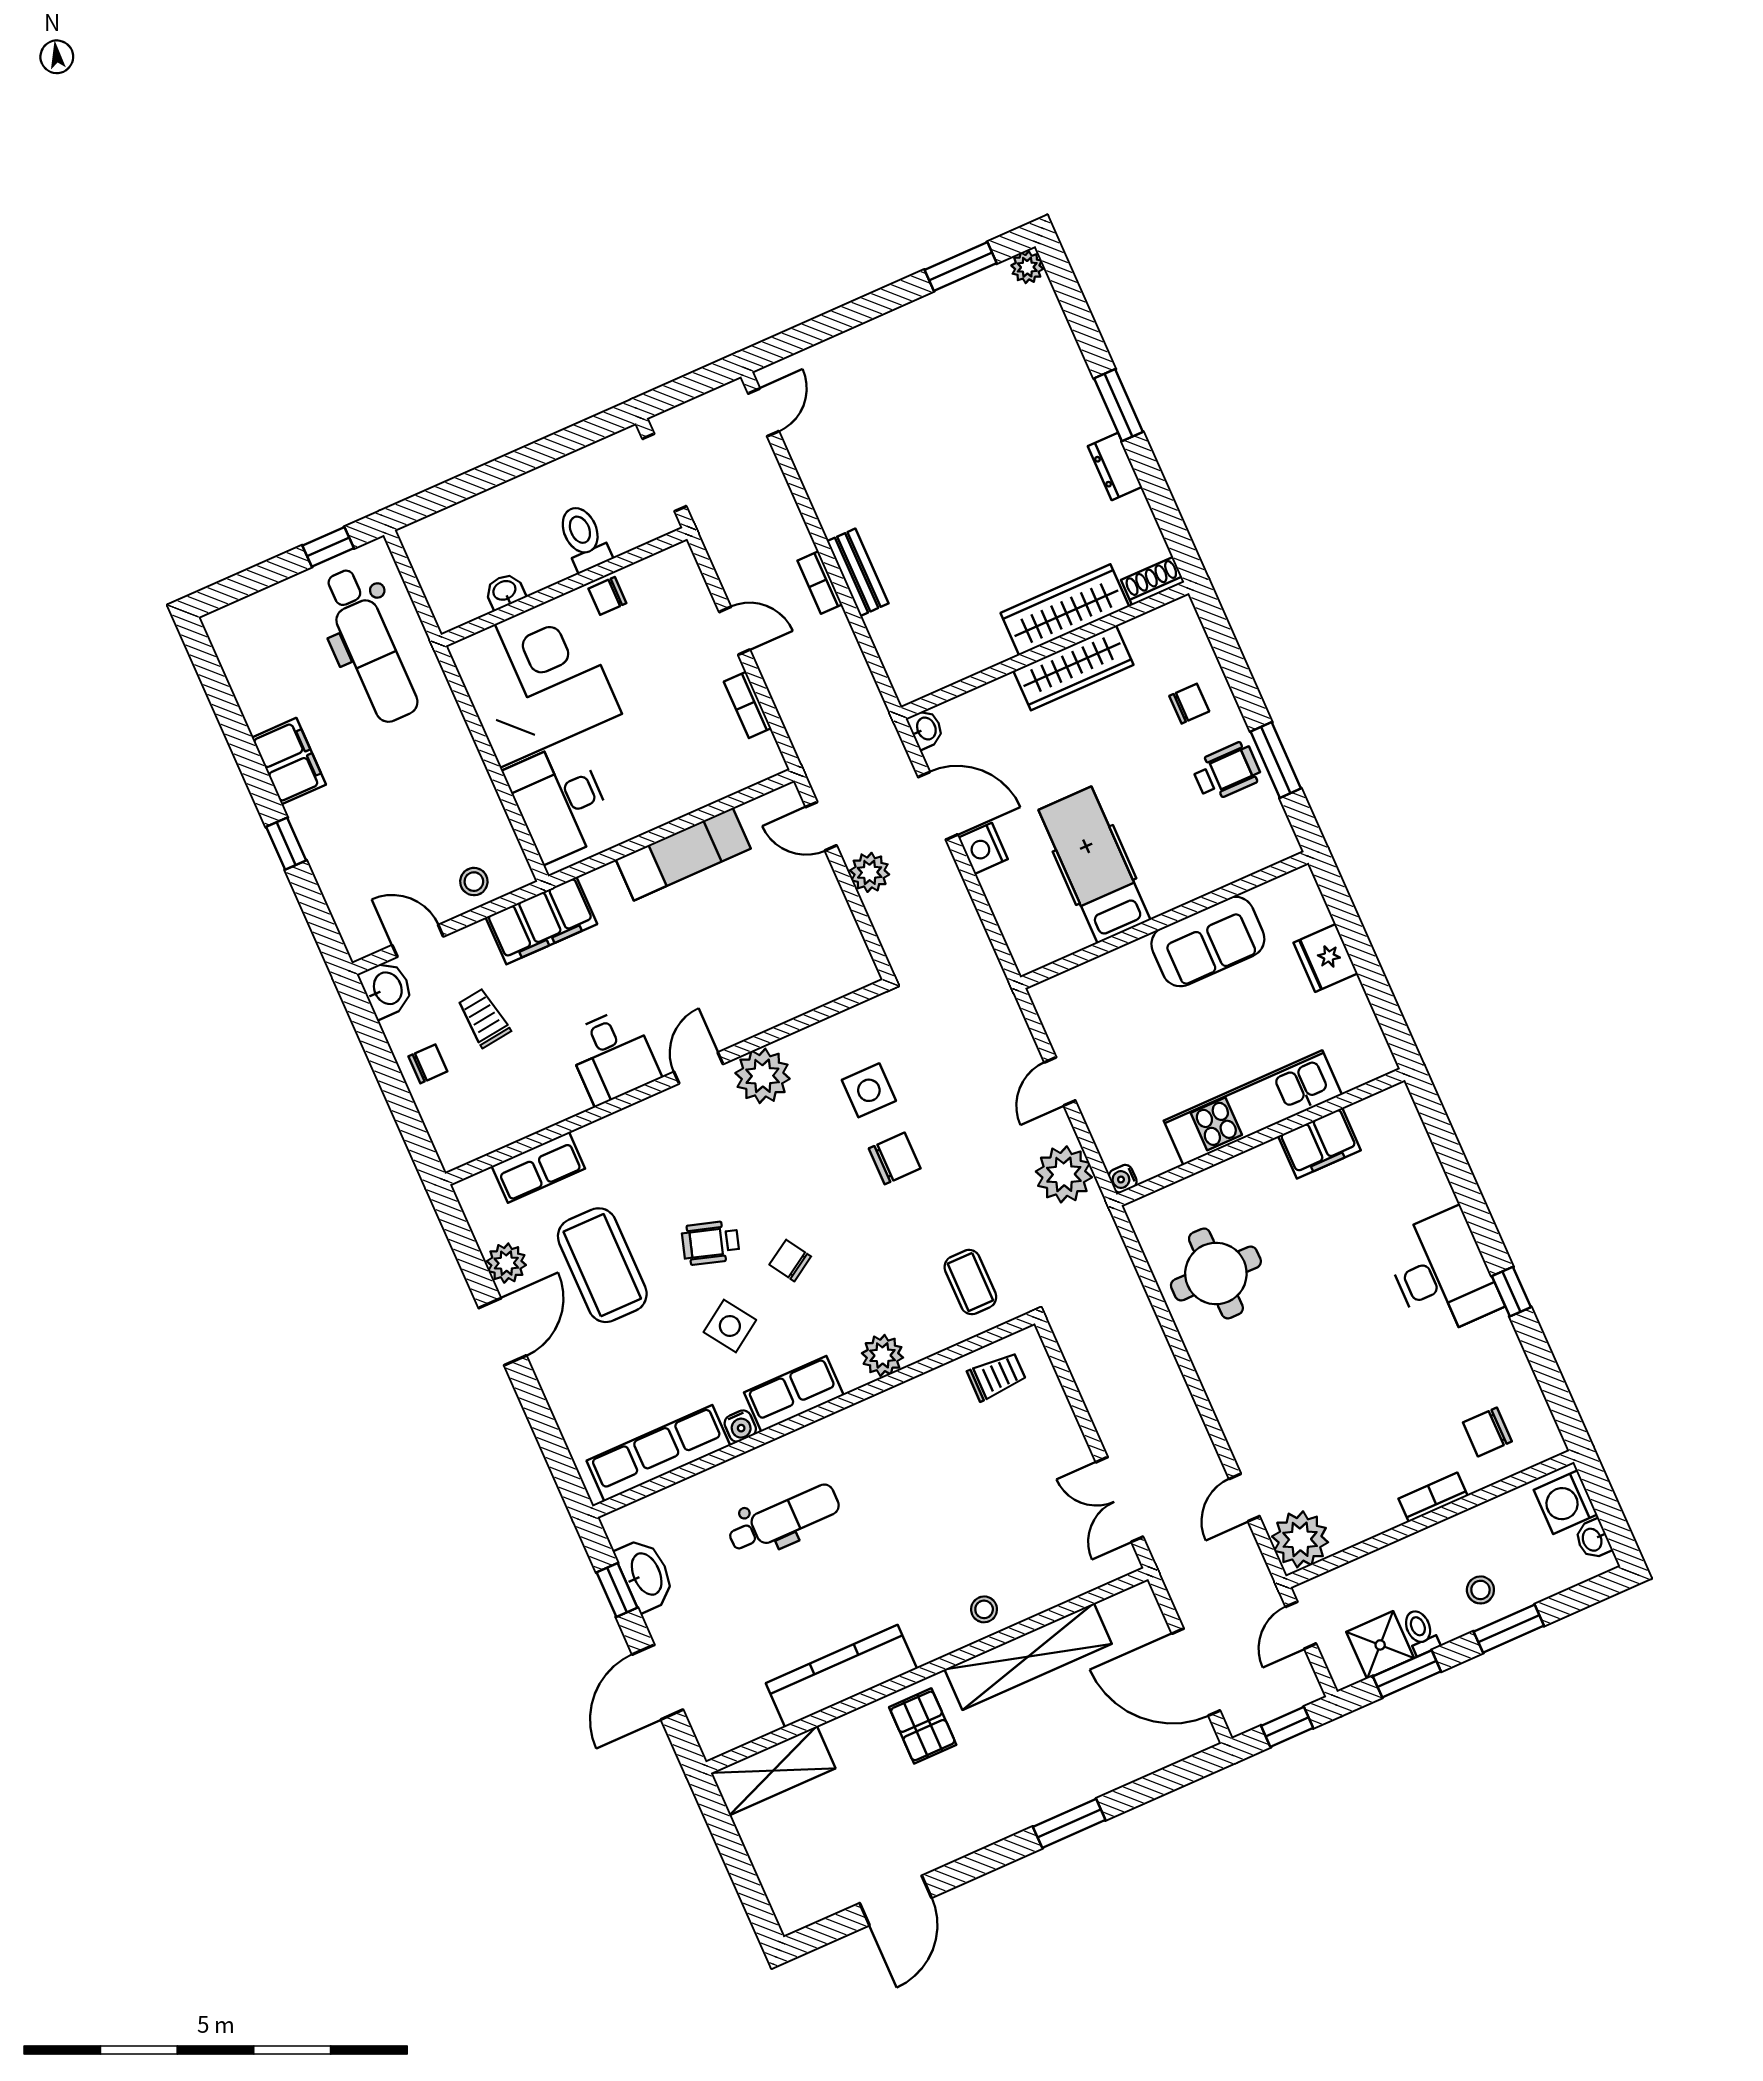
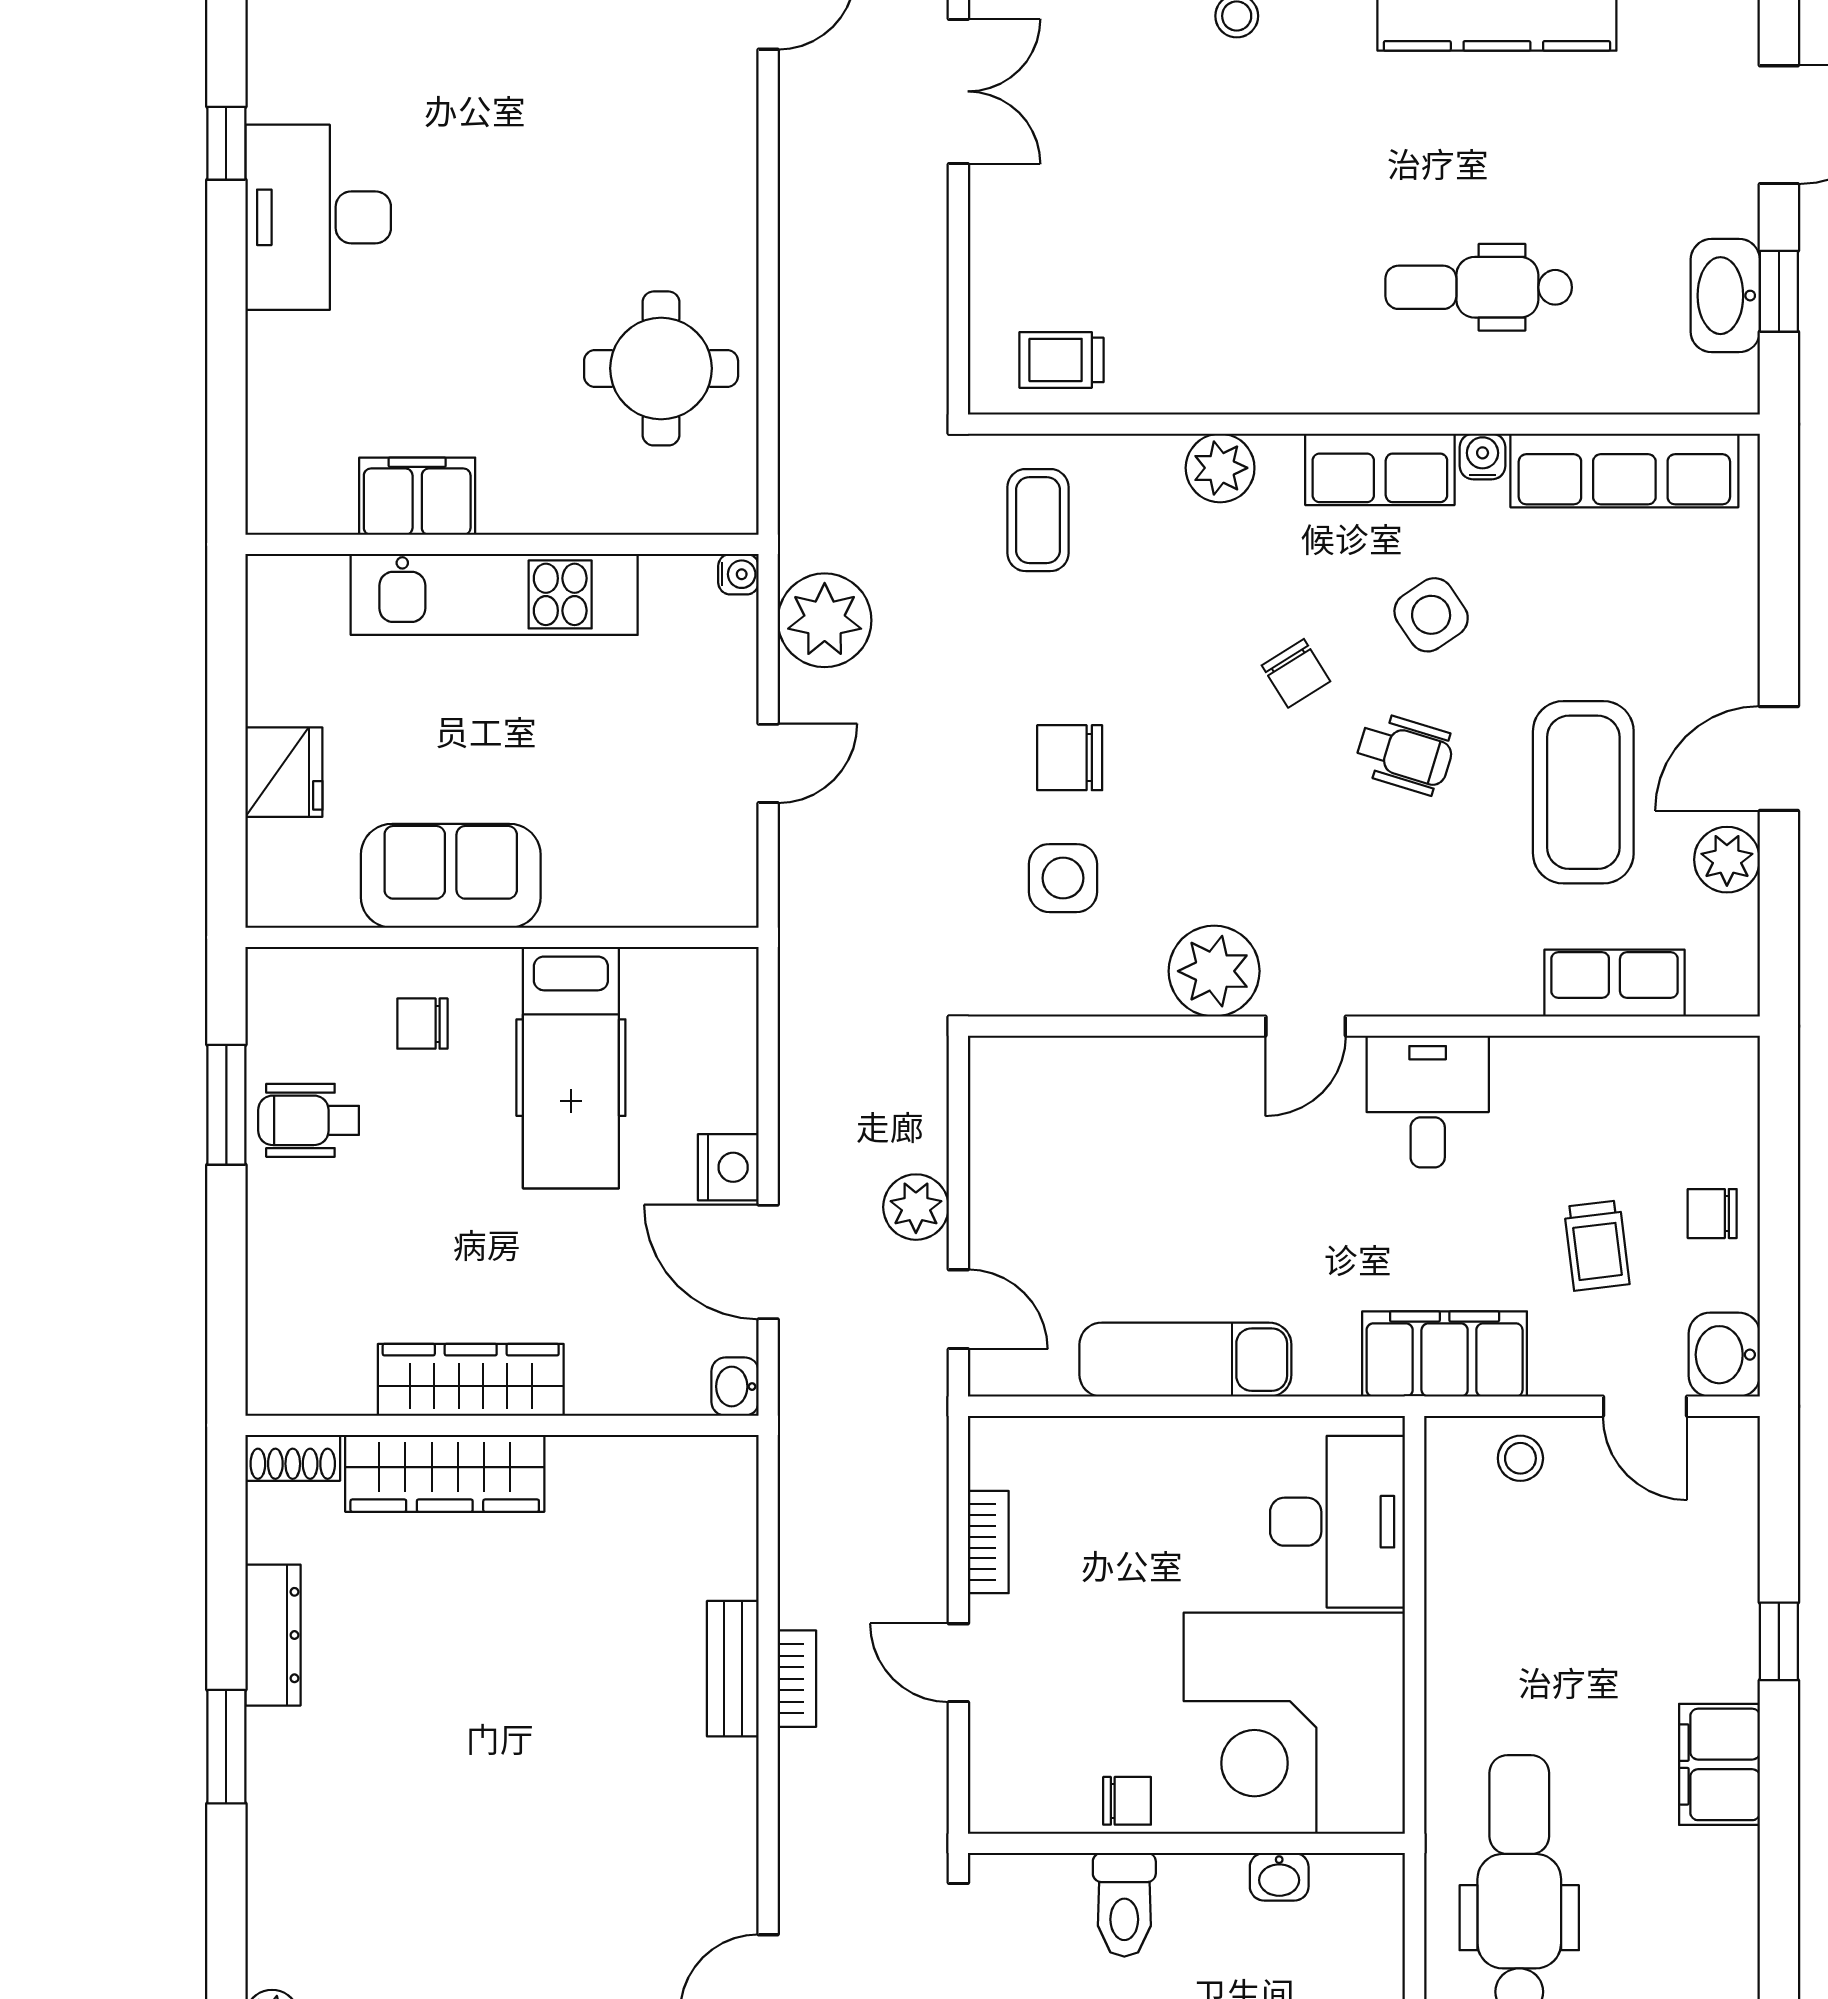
dresser: (1115, 466) -> (273, 1635), width x1.44
chair: (1189, 704) -> (422, 1024), moved

